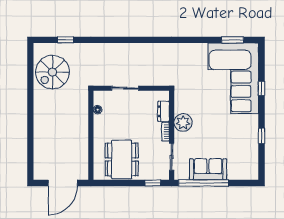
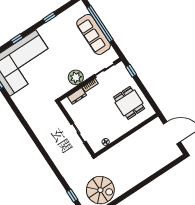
dining table: (122, 159) -> (129, 103), width x0.73
sofa: (208, 169) -> (94, 34), width x1.36
window: (204, 183) -> (100, 24), moved

